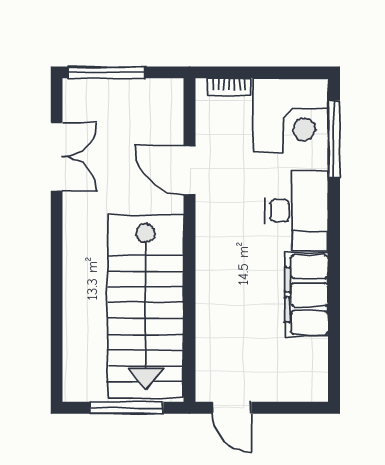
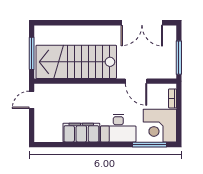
window: (107, 72) -> (179, 58), moved
double door: (57, 157) -> (142, 23), width x1.37
door: (189, 170) -> (136, 81), swing flipped

